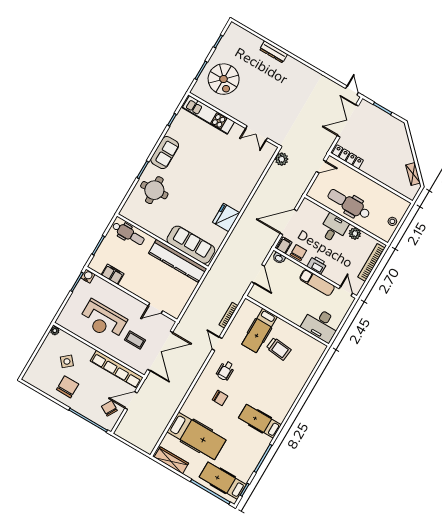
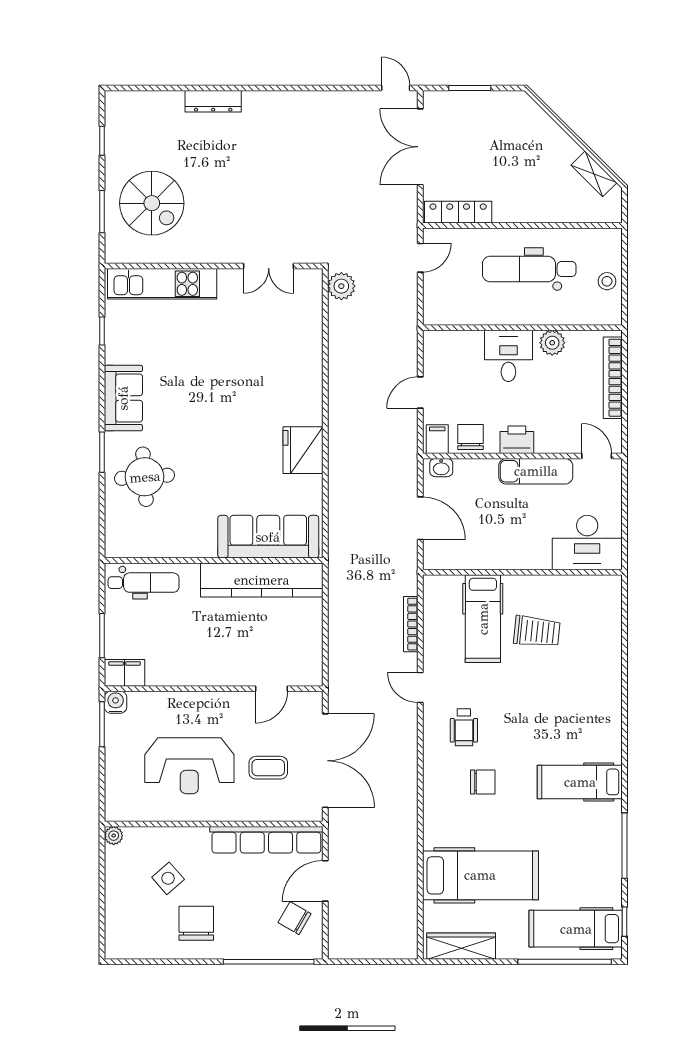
dental chair: (349, 204) -> (529, 269), moved
door: (288, 222) -> (420, 393), width x0.53
filing cabinet: (113, 274) -> (124, 673), moved

